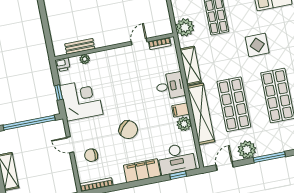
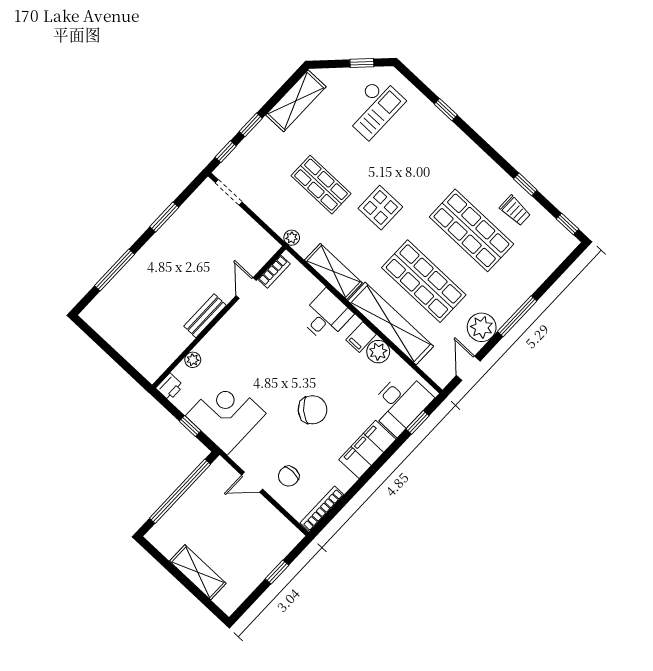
plant: (185, 27) -> (292, 238), width x0.53, depth x0.53
display table: (257, 45) -> (380, 208), moved
bench: (80, 46) -> (205, 316), moved

